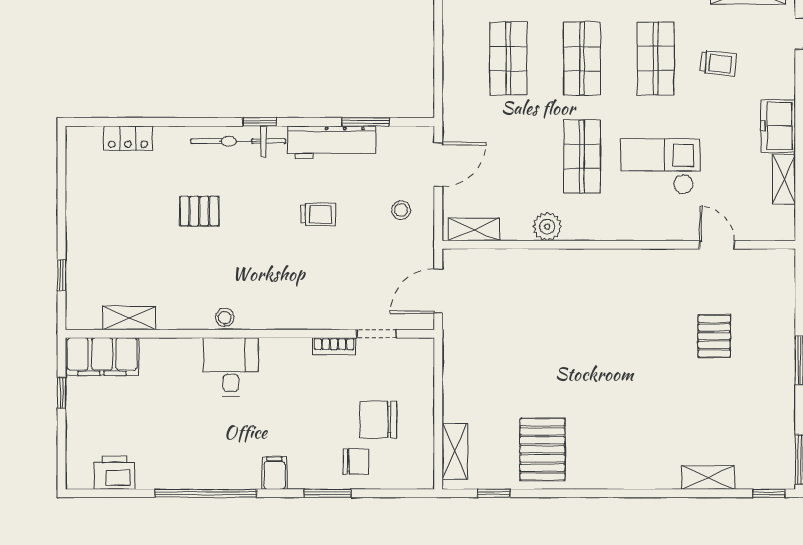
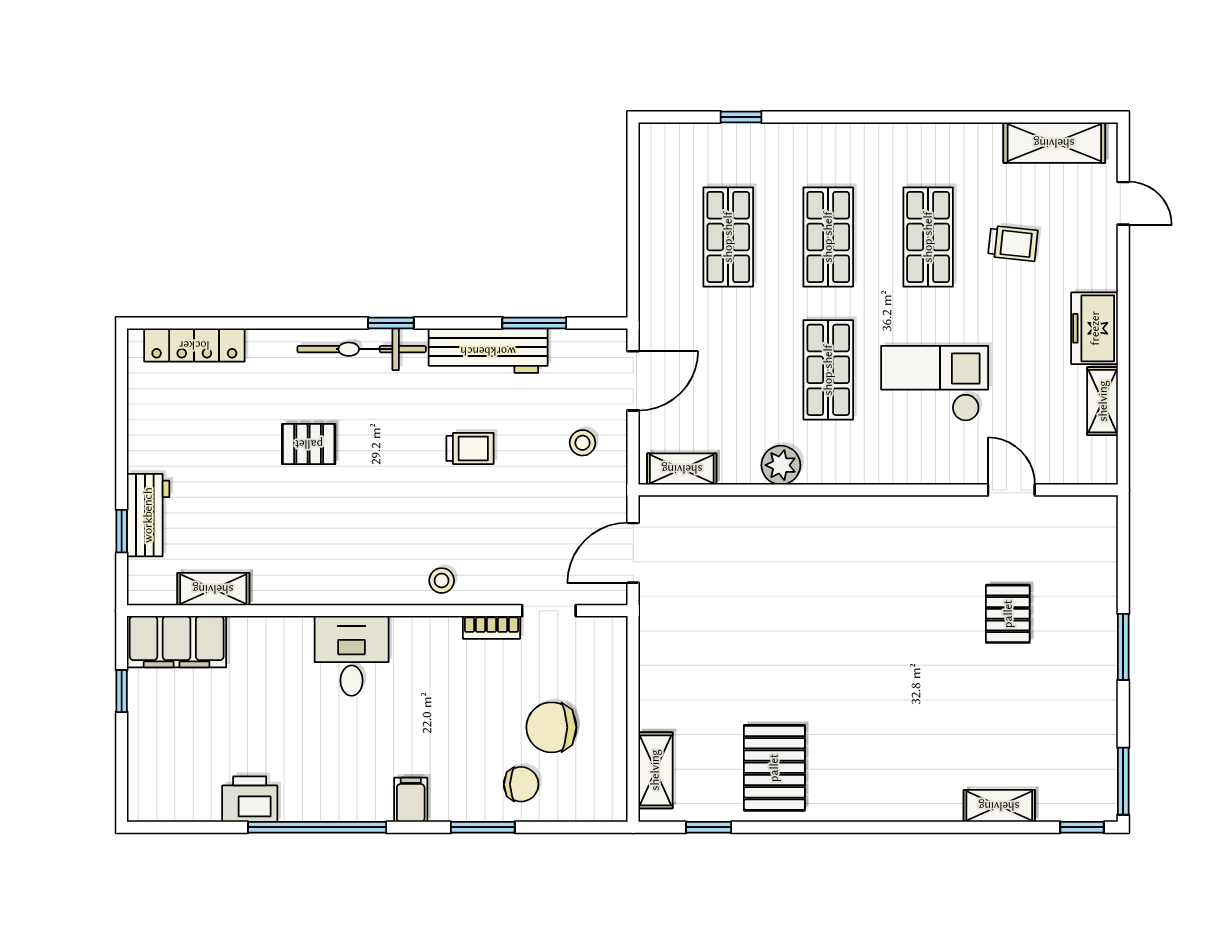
locker: (128, 138) -> (194, 345), width x1.53
workbench: (81, 263) -> (148, 515), added
stool: (225, 317) -> (442, 581), moved
printer: (115, 473) -> (250, 799), moved

